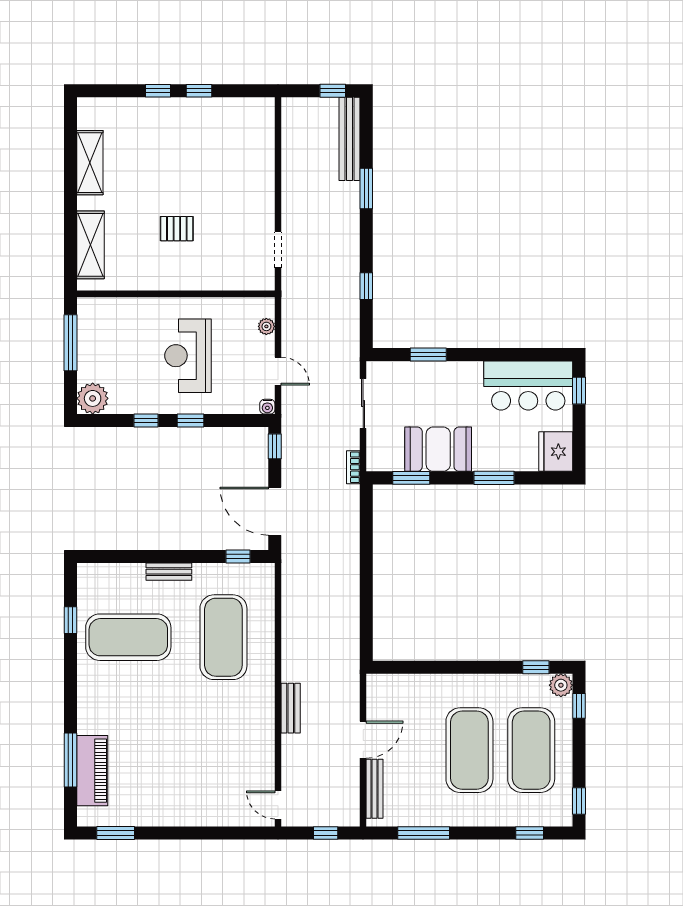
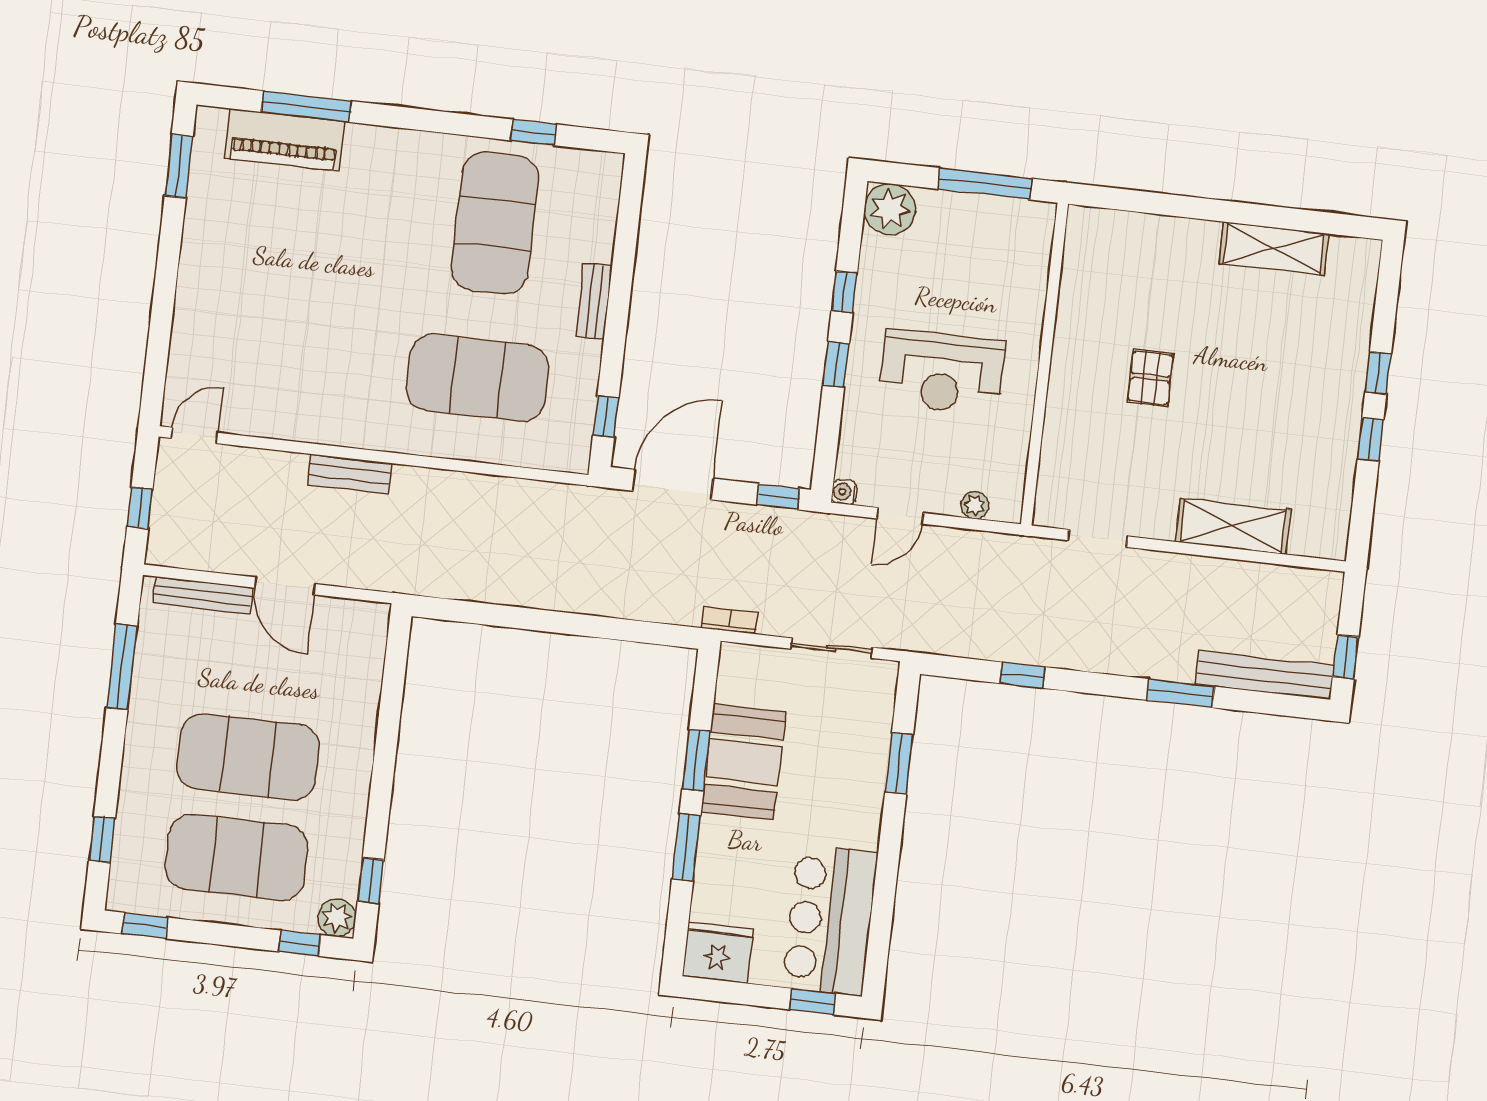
shelving: (91, 245) -> (1233, 526), moved
reception desk: (188, 356) -> (942, 372), turned 180
window: (411, 478) -> (696, 760), moved

